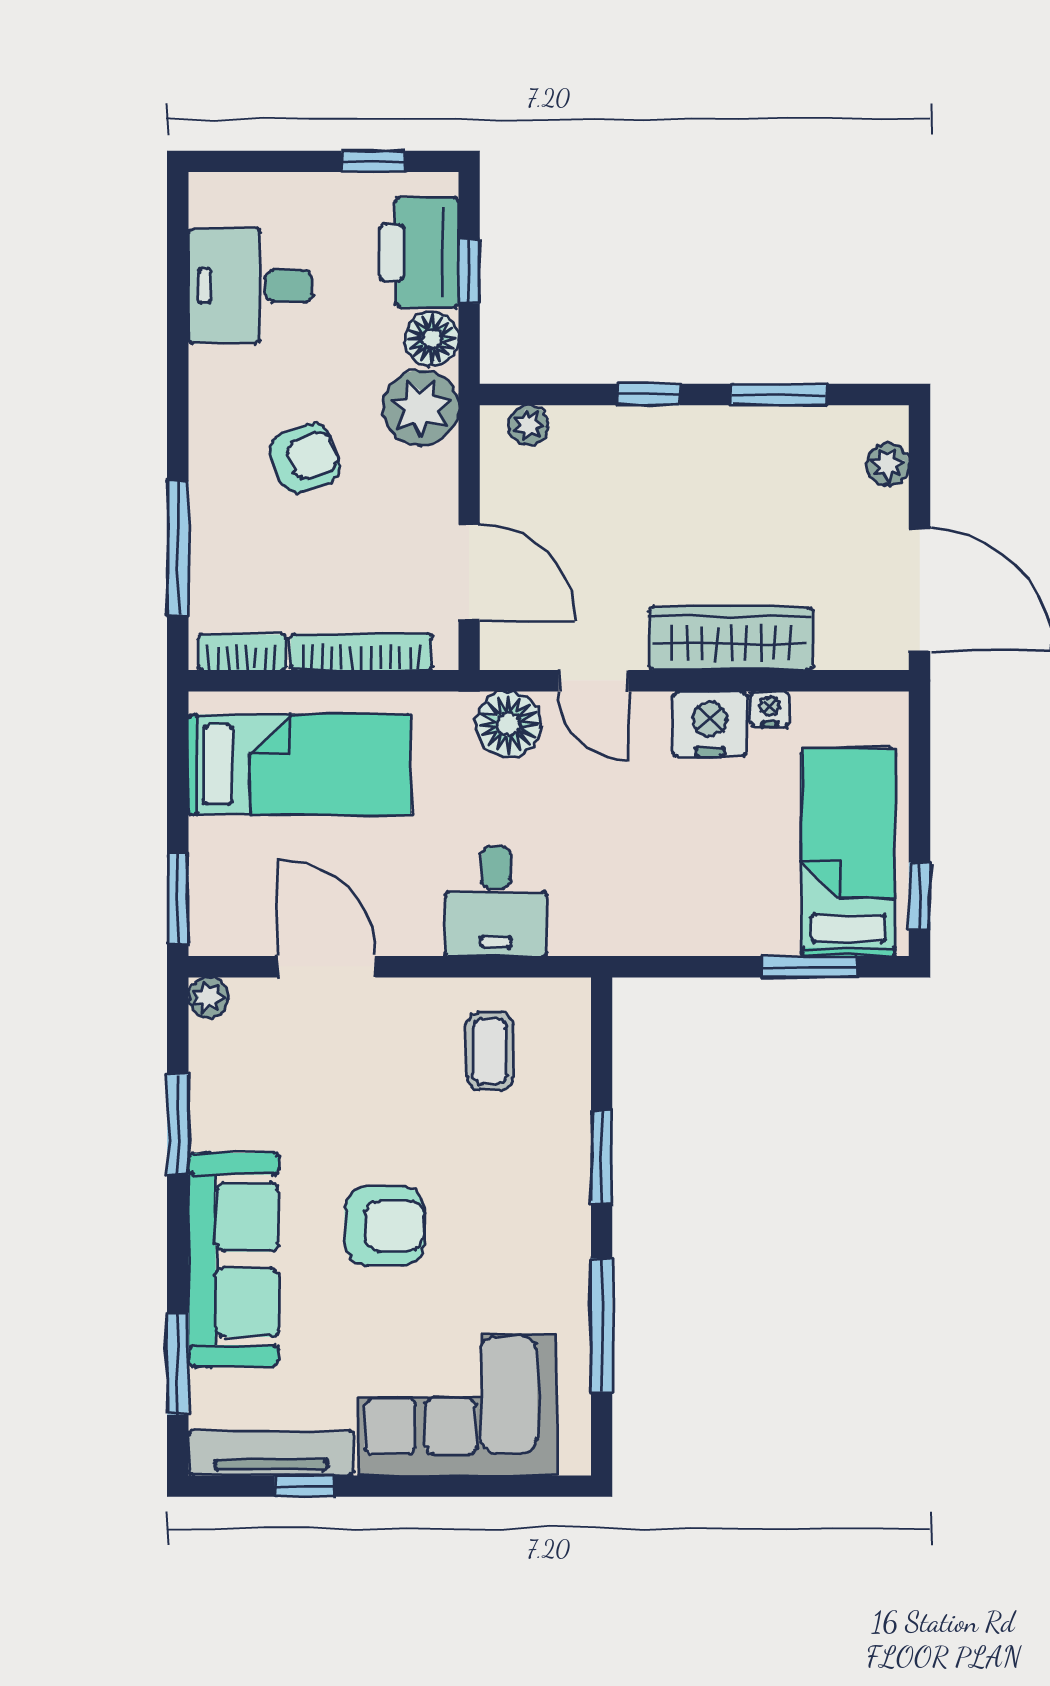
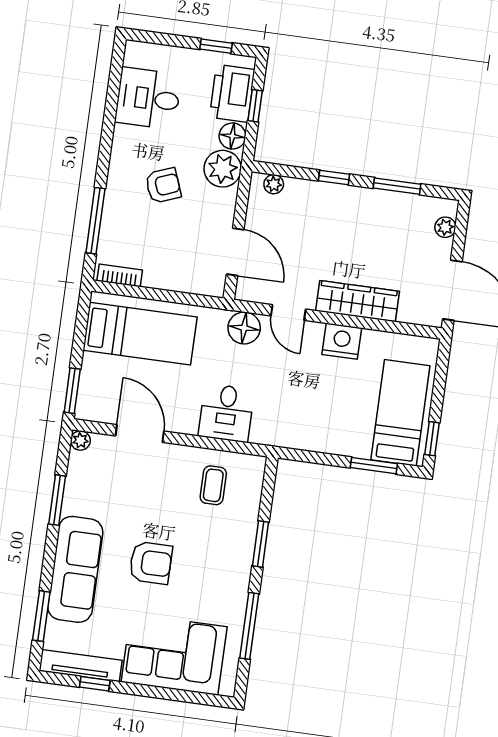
bookcase: (361, 652) -> (178, 283), removed
nightstand: (769, 709) -> (372, 338), removed

